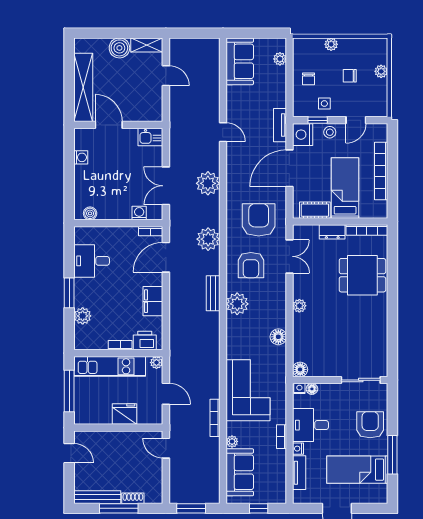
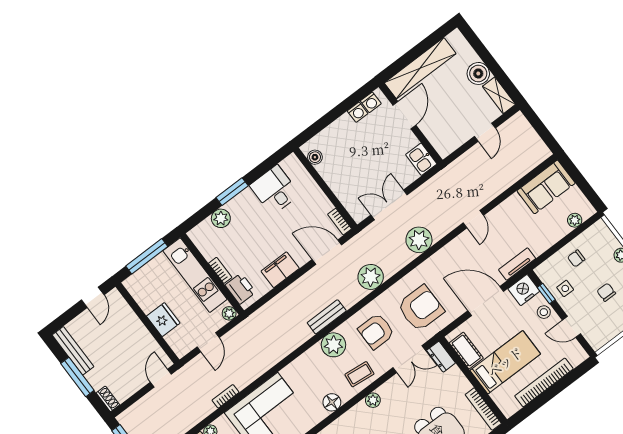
washing machine: (139, 213) -> (371, 102), moved, turned 90
dresser: (332, 232) -> (441, 357), moved
coffee table: (273, 301) -> (359, 374), added
bookcase: (215, 418) -> (225, 396), width x0.64
shoe rack: (133, 498) -> (108, 399), moved

